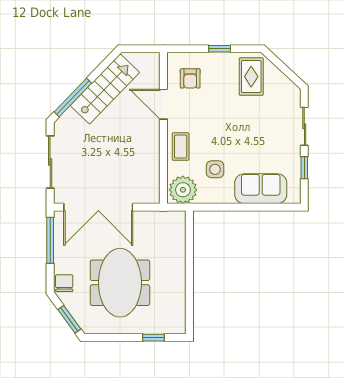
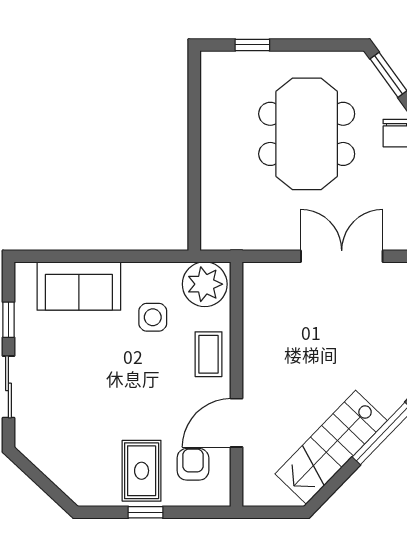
rug: (251, 77) -> (142, 471), moved
door: (163, 104) -> (237, 423), swing flipped
double door: (98, 207) -> (342, 256), width x0.73

